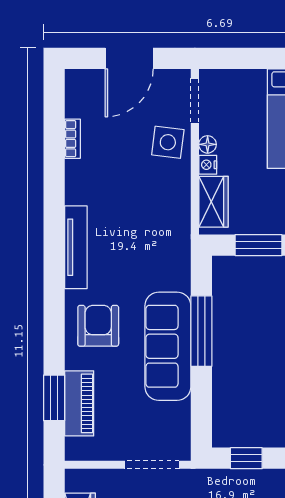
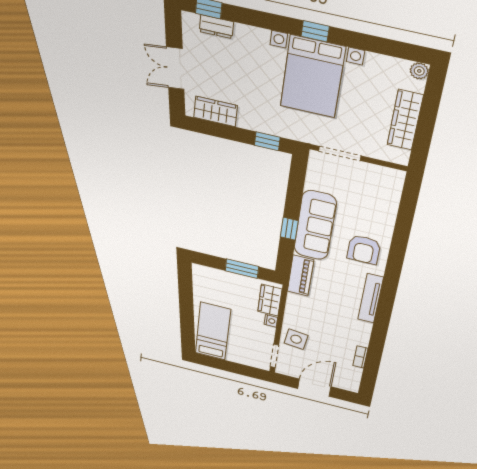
floor lamp: (208, 144) -> (269, 331), removed
window: (201, 331) -> (289, 229), width x0.46
window: (54, 398) -> (406, 214), removed
piano: (79, 403) -> (300, 276), moved, turned 180

